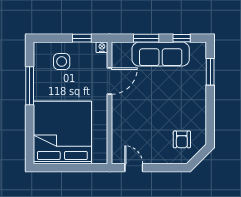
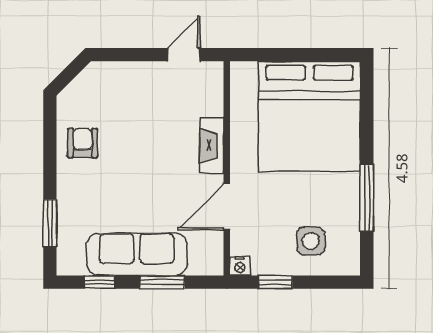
fireplace: (118, 116) -> (212, 145), added
armchair: (182, 139) -> (83, 143), moved
door: (134, 168) -> (184, 55), swing flipped

